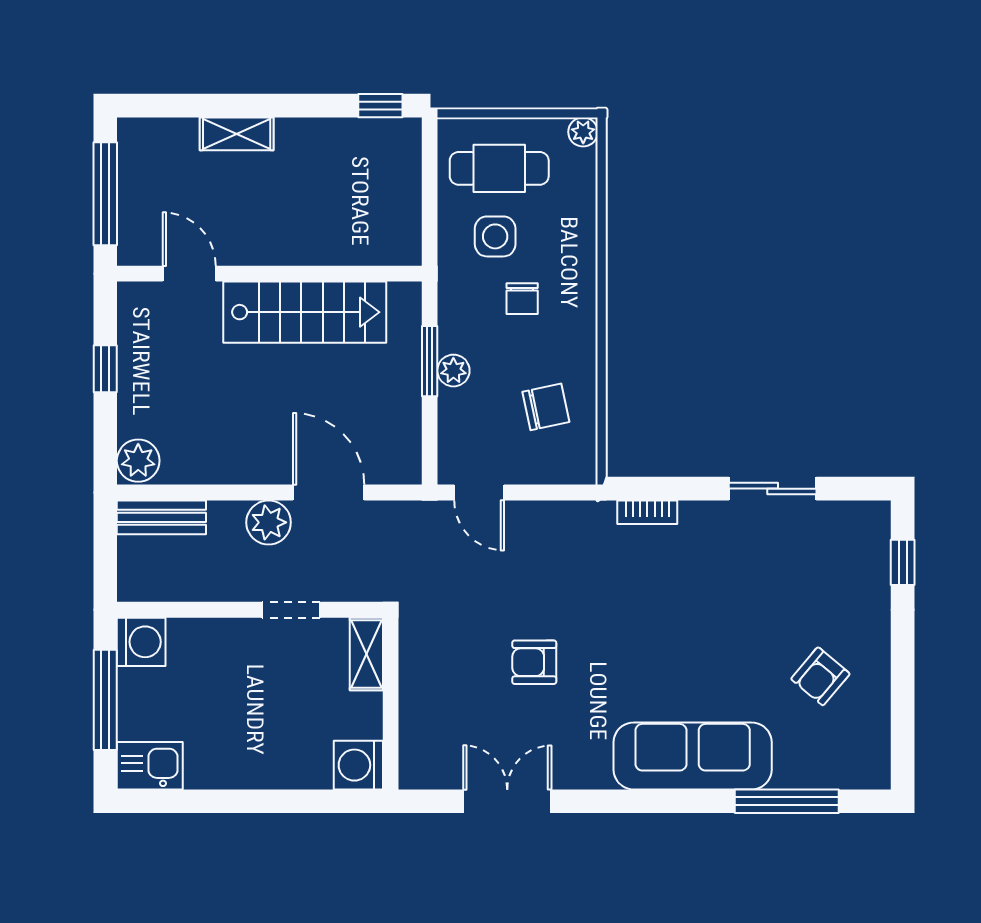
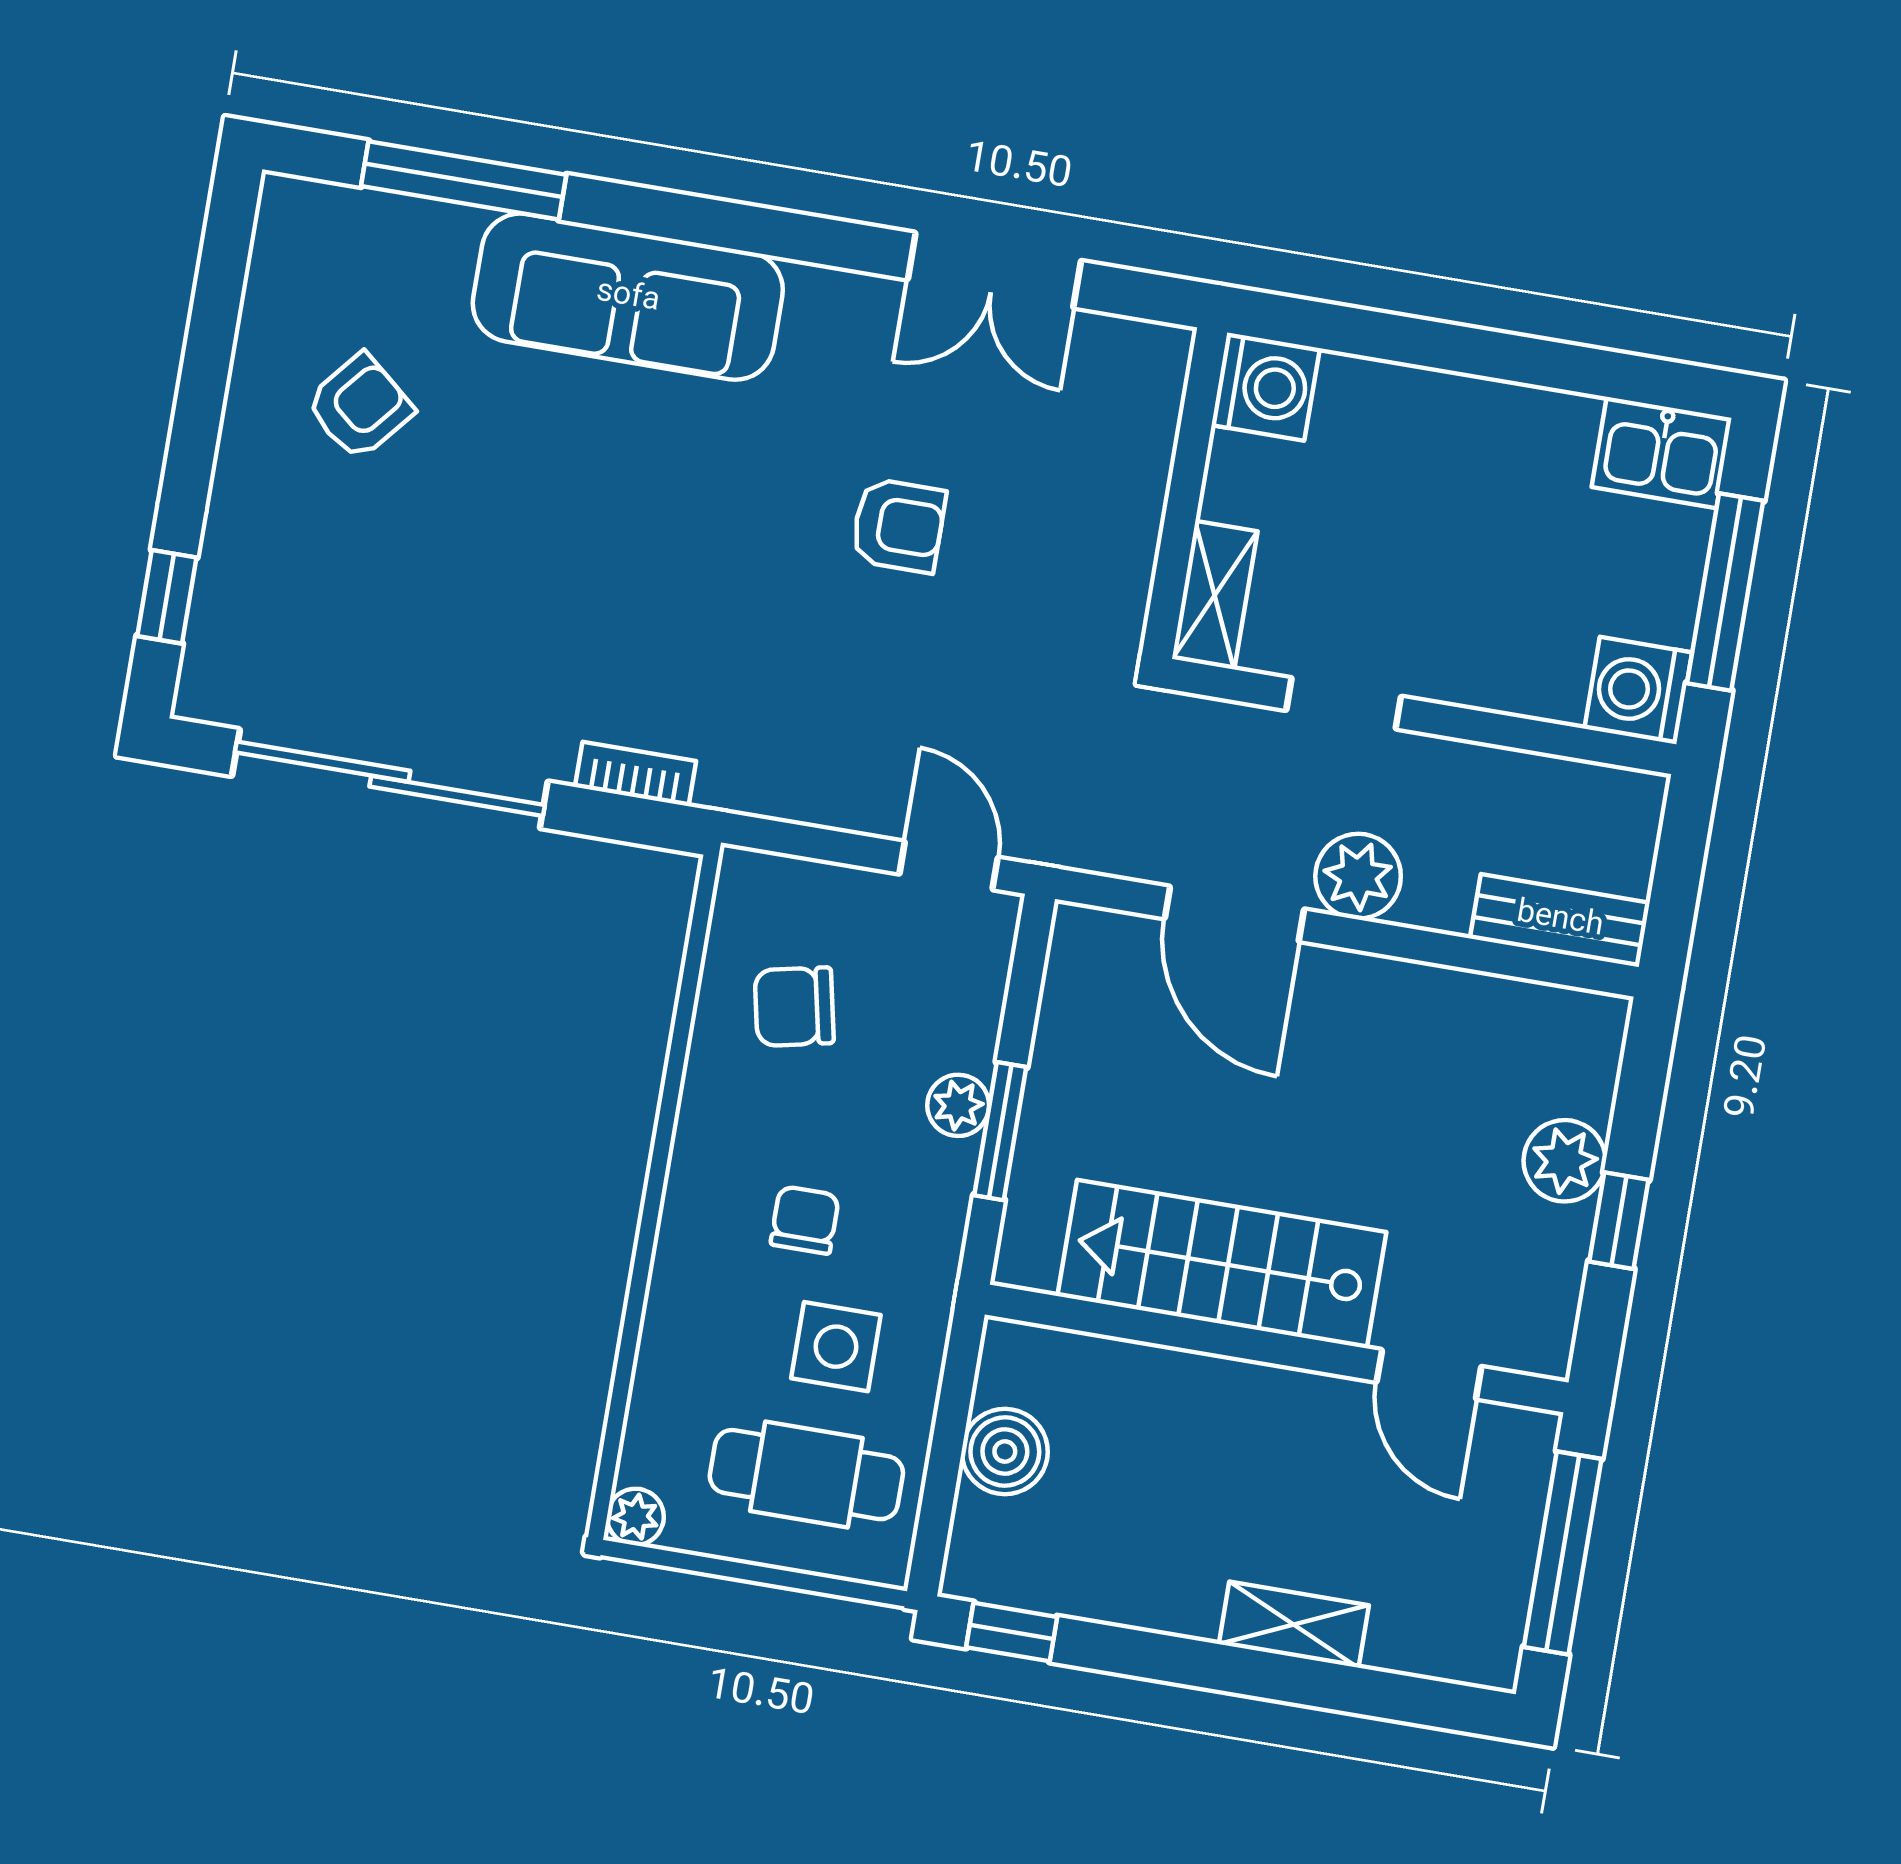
boiler: (400, 197) -> (1005, 1451), added
plant: (138, 461) -> (1565, 1161), moved
sliding door: (773, 489) -> (390, 779), width x1.86

